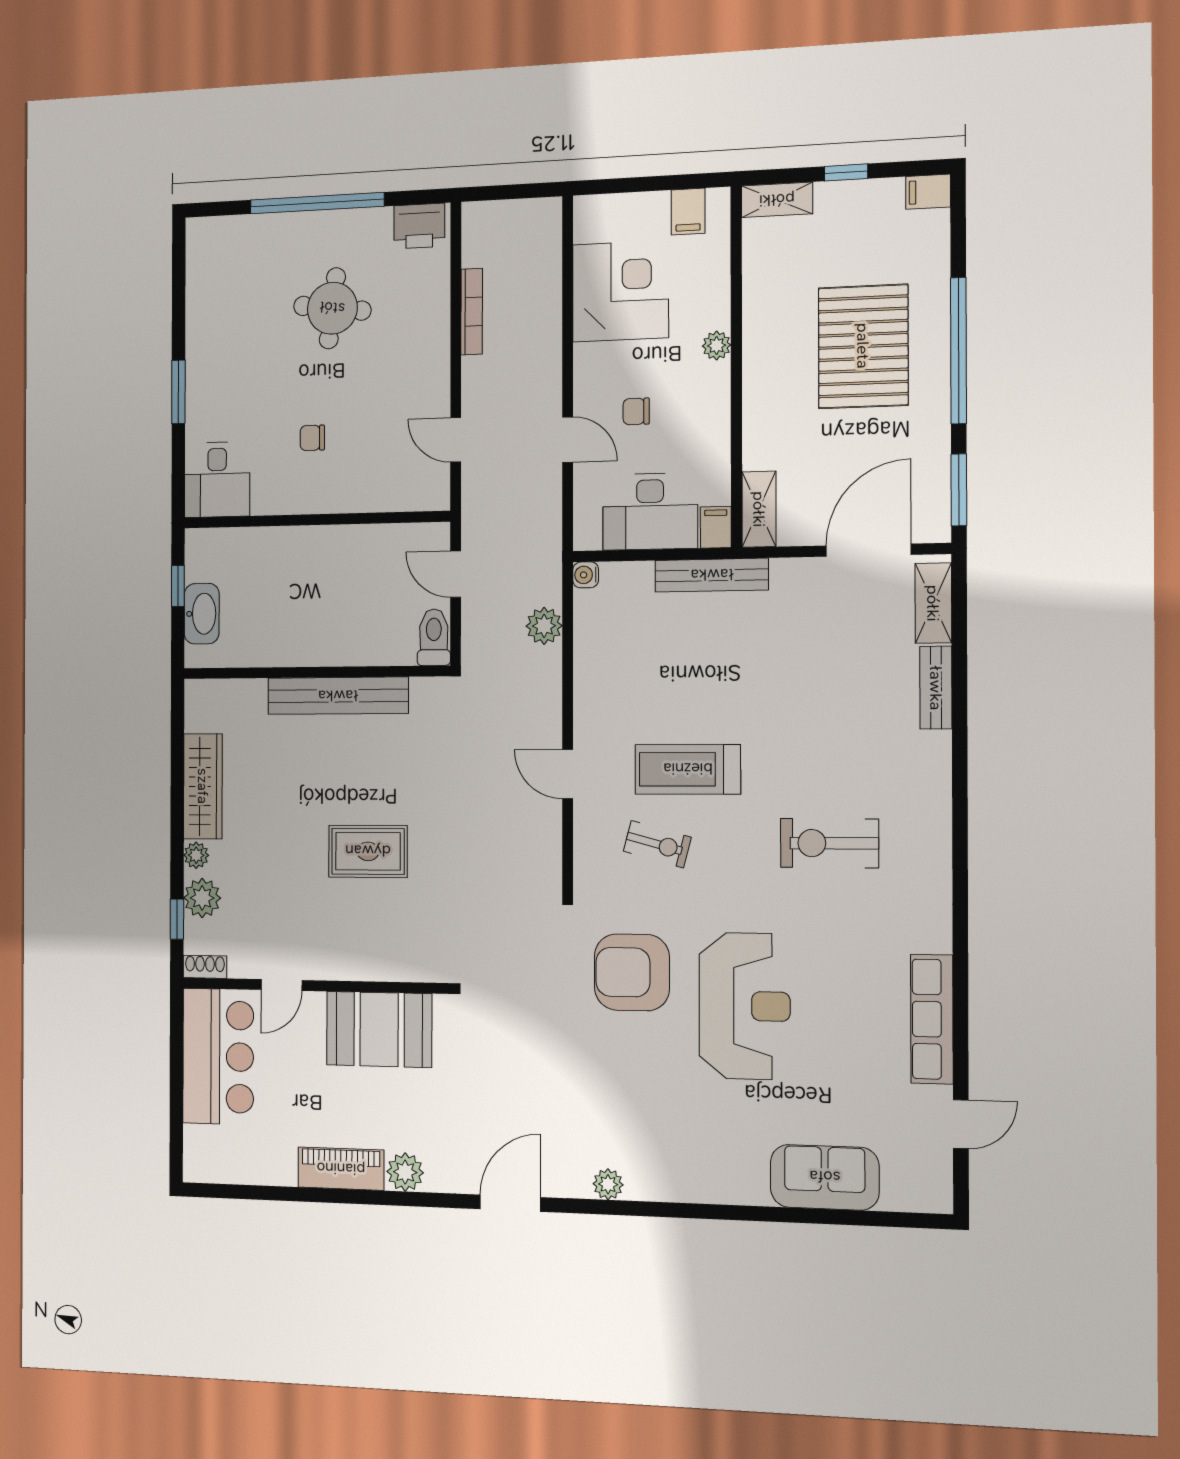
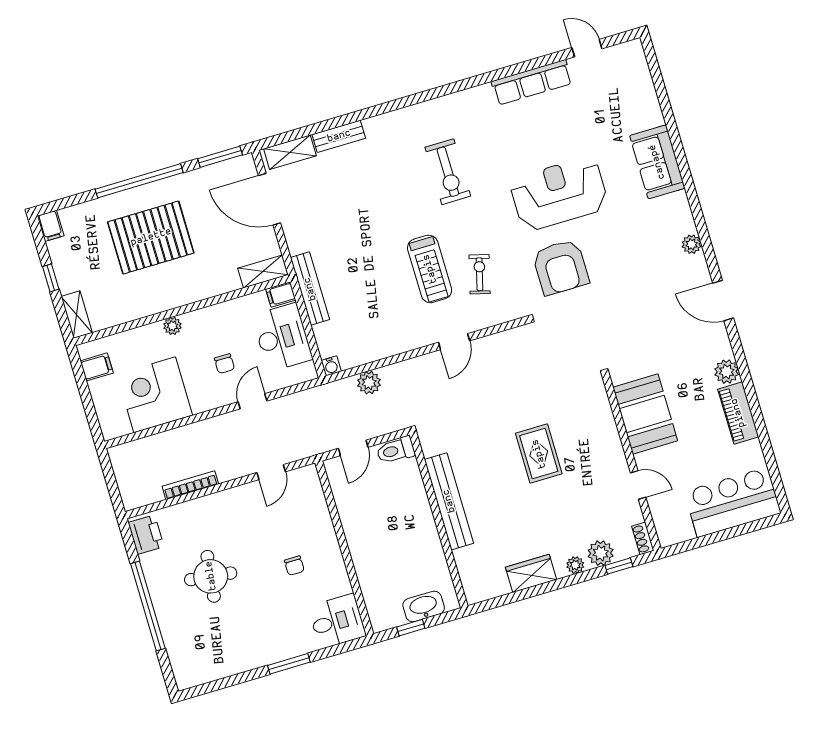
wardrobe: (203, 786) -> (531, 573), width x0.67
bar counter: (218, 1057) -> (733, 502), moved
sofa: (825, 1177) -> (657, 162), moved

